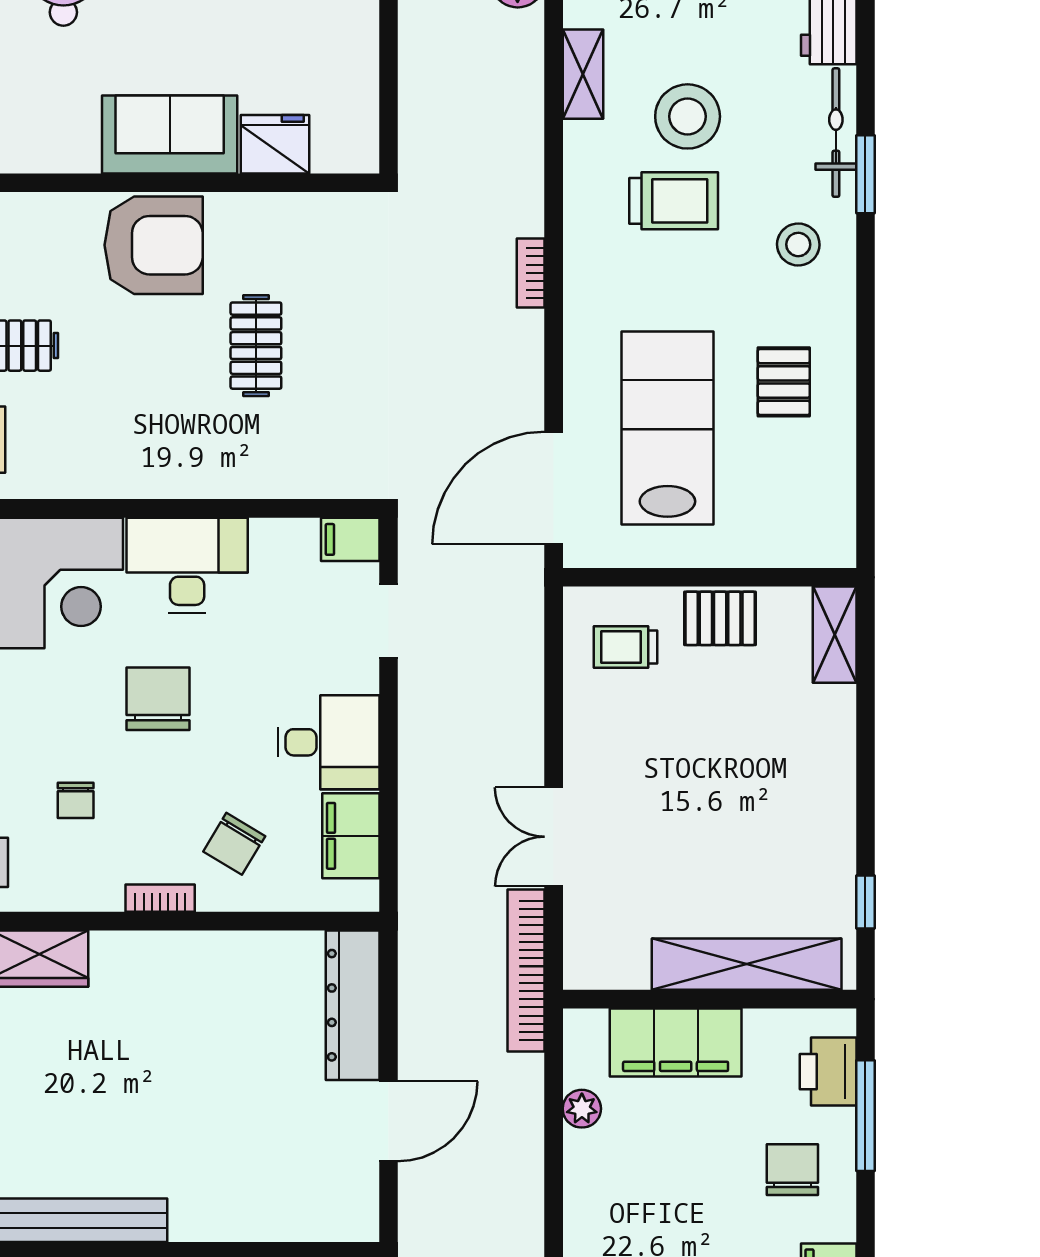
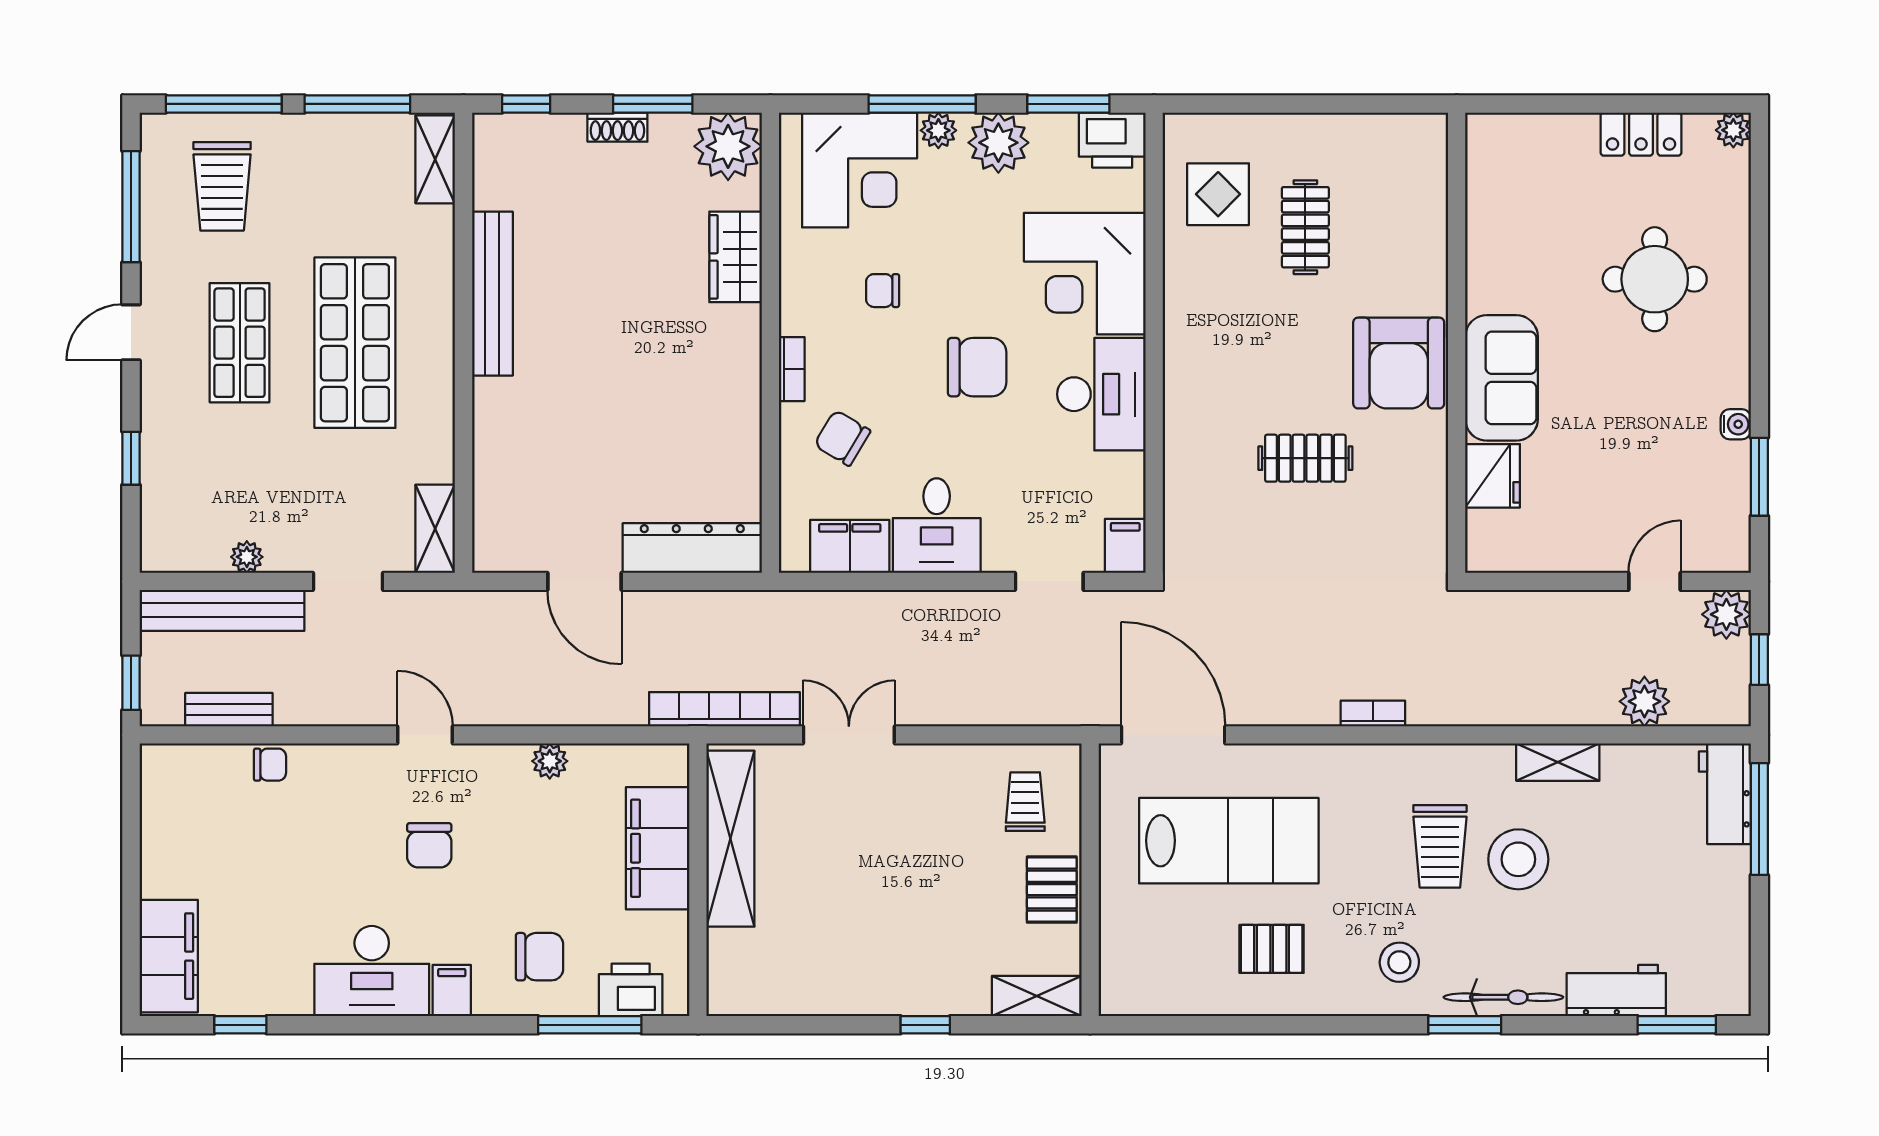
window: (865, 902) -> (925, 1025), moved
shelving: (747, 964) -> (730, 839), moved
plant: (582, 1109) -> (550, 761), moved

